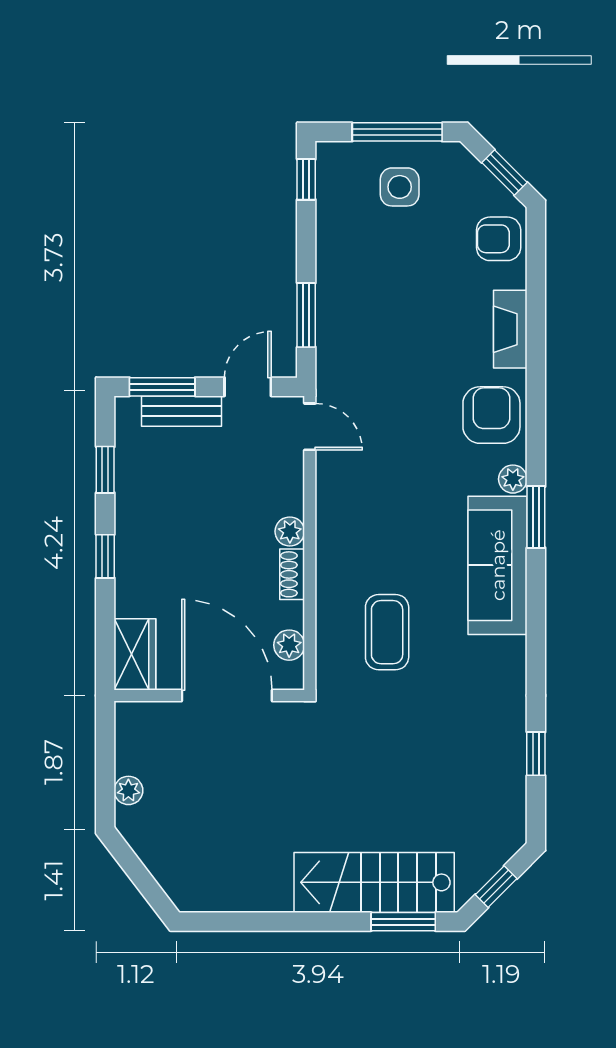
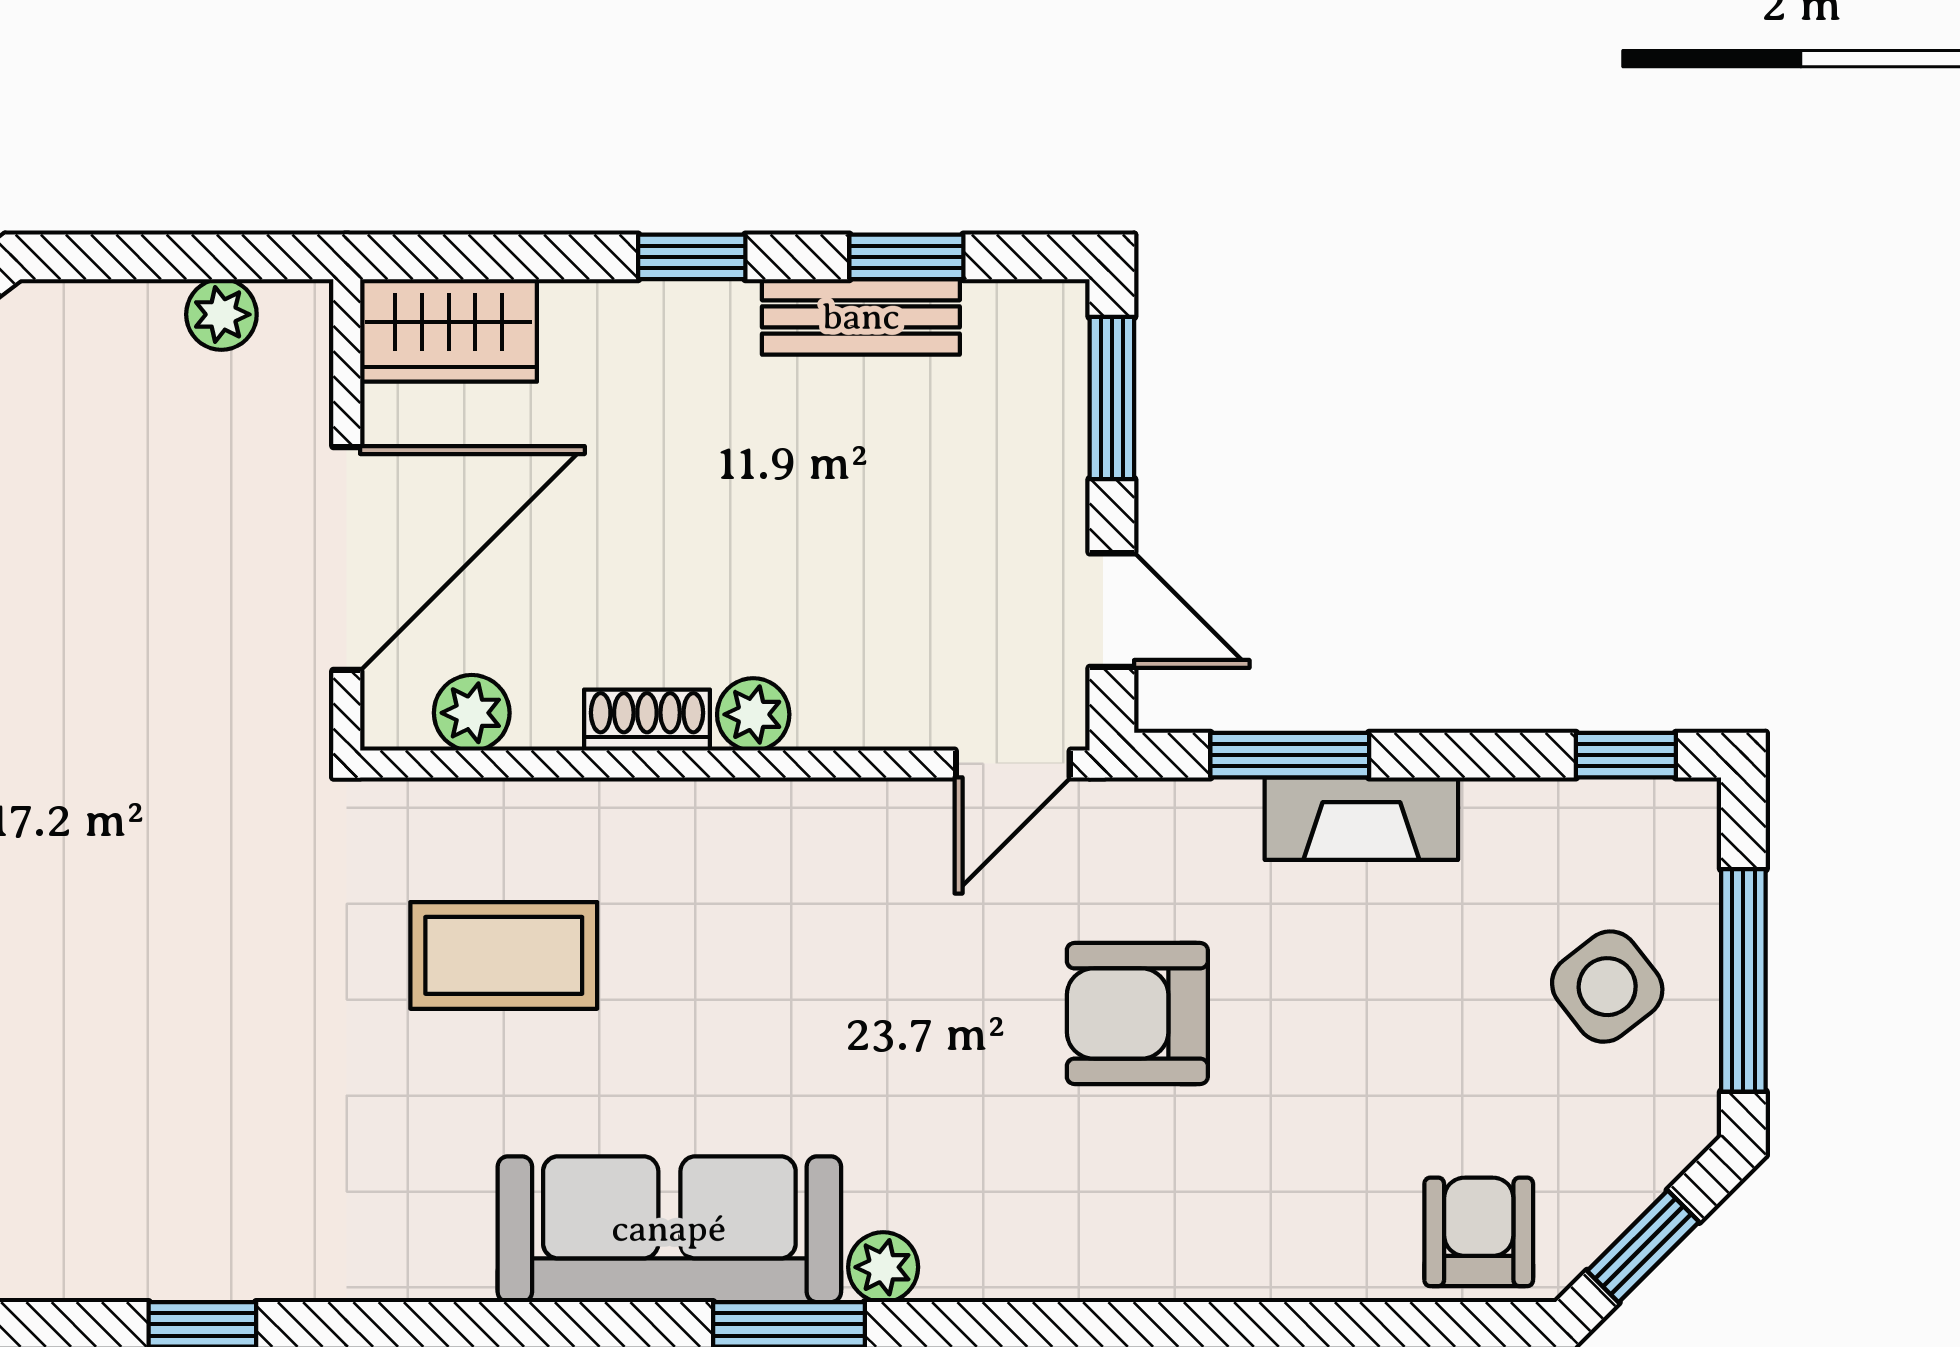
side table: (400, 187) -> (1607, 987), turned -38
fireplace: (510, 329) -> (1361, 819), moved, turned 180
bench: (181, 411) -> (861, 317), moved, turned 90
armchair: (491, 415) -> (1137, 1014), moved, turned 180
plant: (128, 790) -> (221, 314), moved

